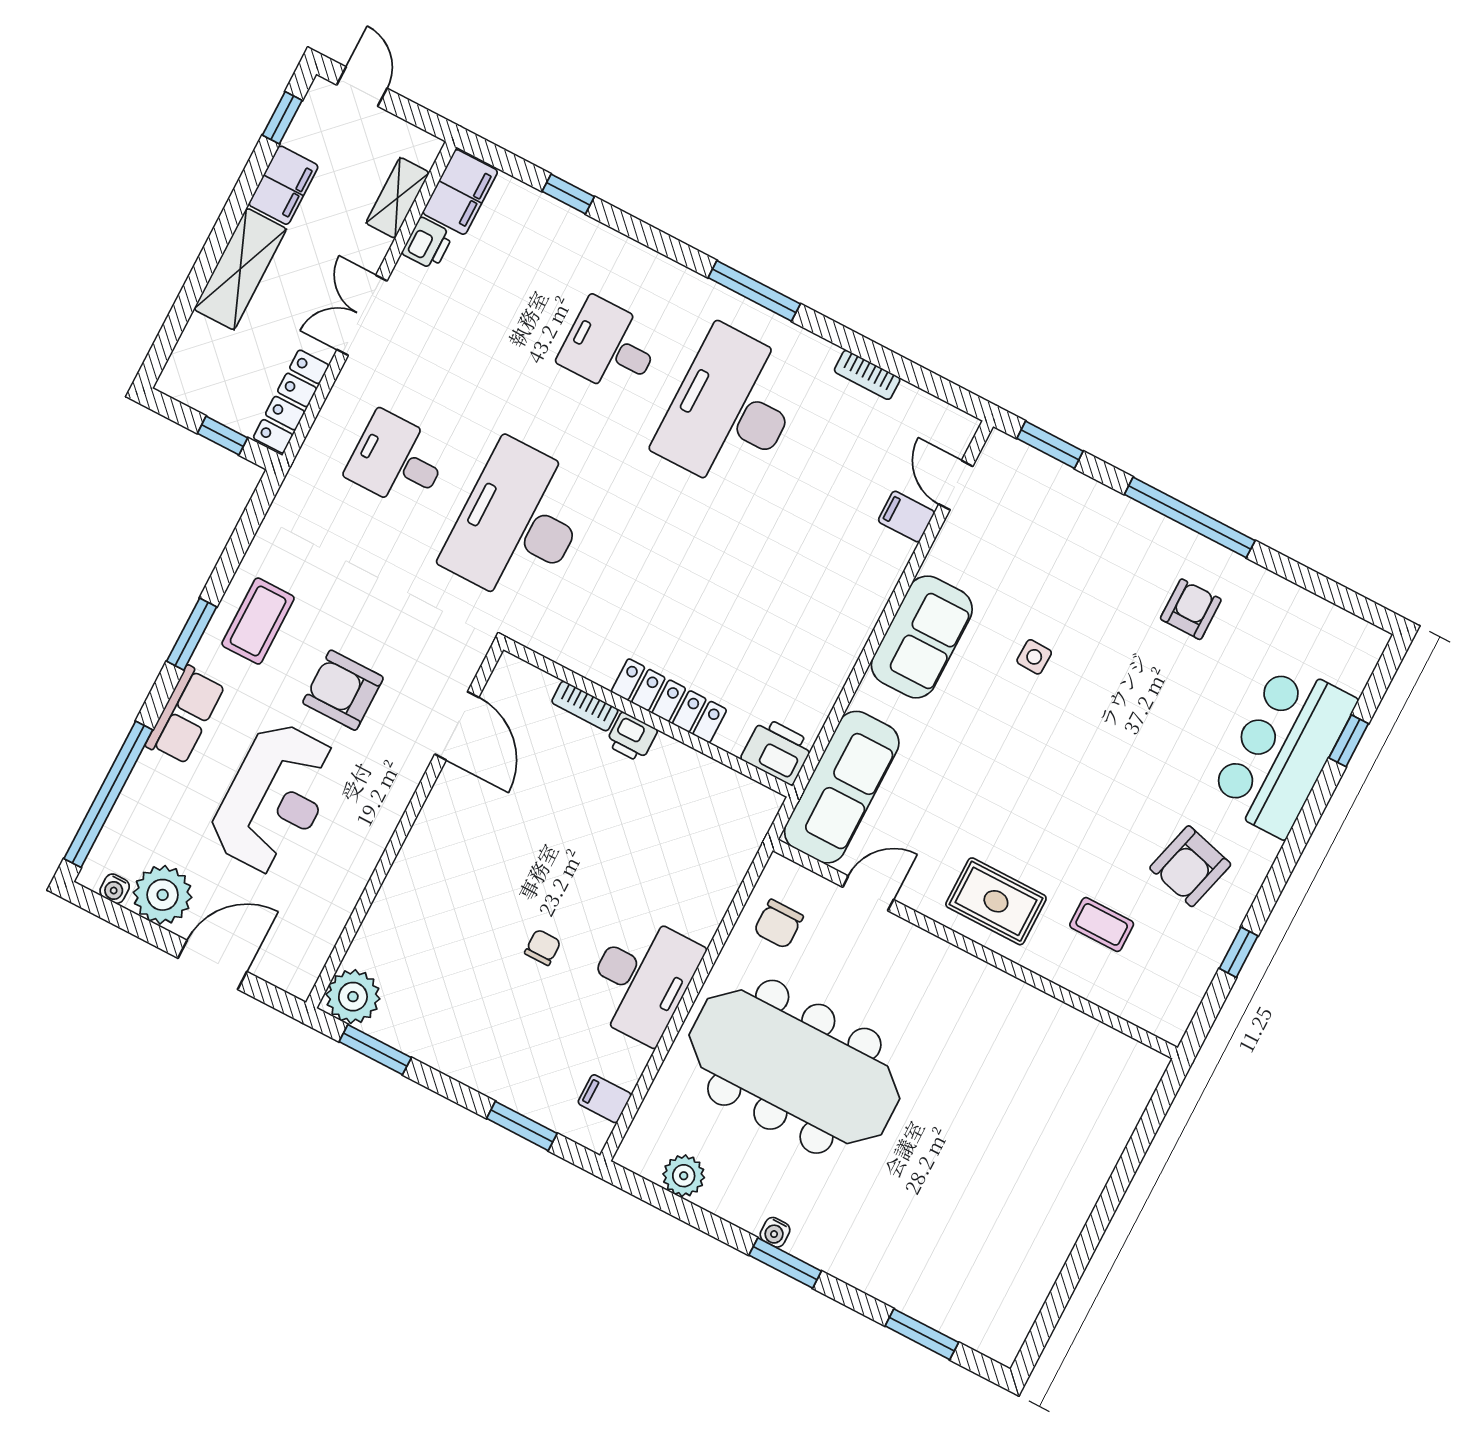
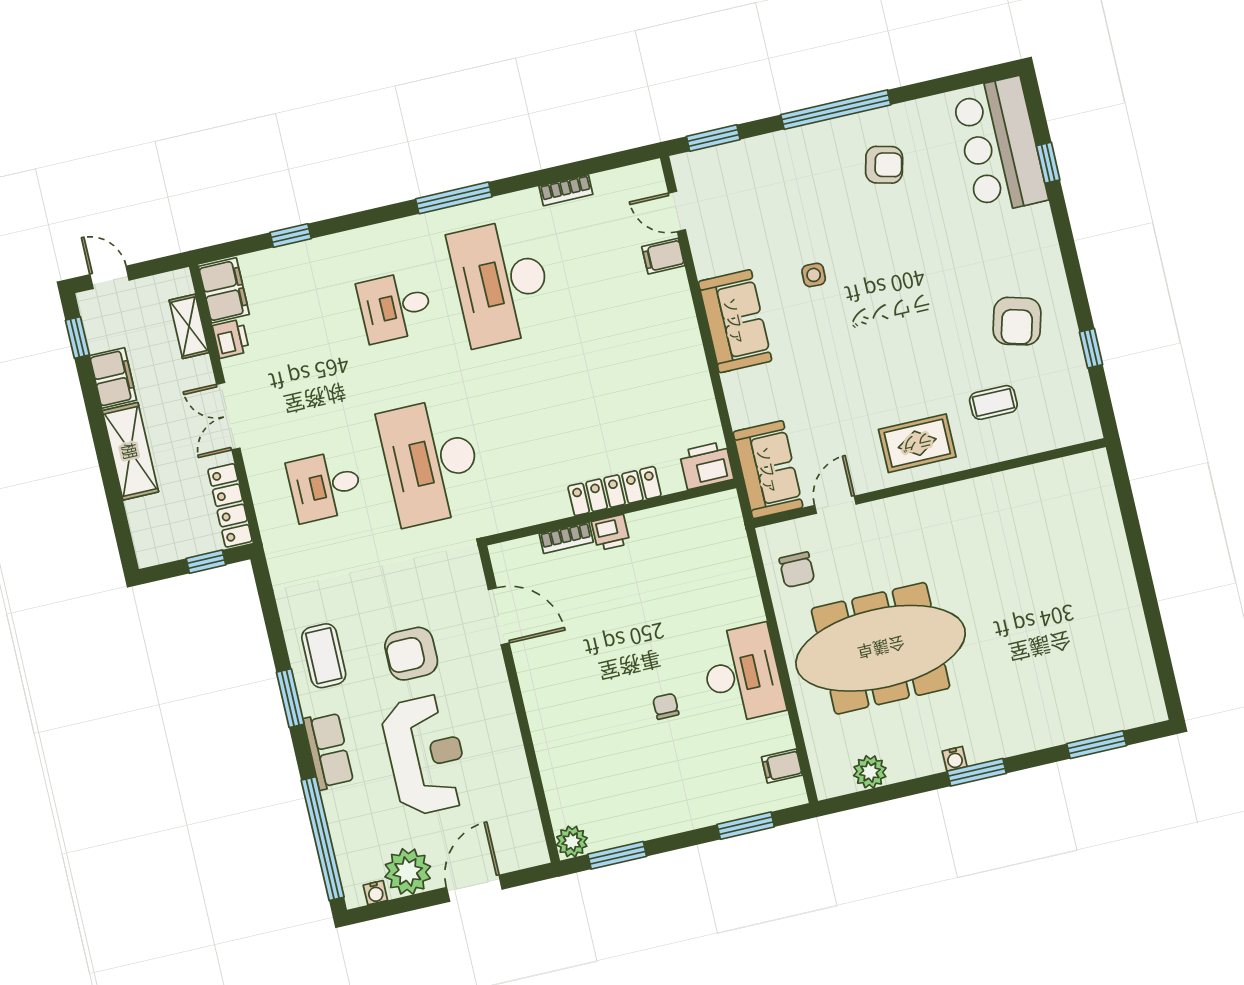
armchair: (1191, 609) -> (884, 165), turned 104
bar counter: (1283, 750) -> (1000, 146), moved
sofa: (842, 787) -> (768, 470), width x0.73
plant: (353, 997) -> (572, 842), width x0.73, depth x0.73

